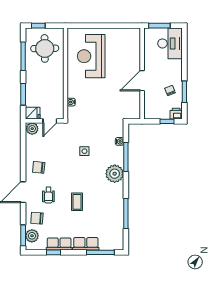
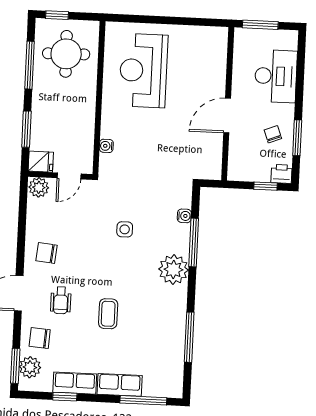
desk: (170, 43) -> (276, 76), moved

